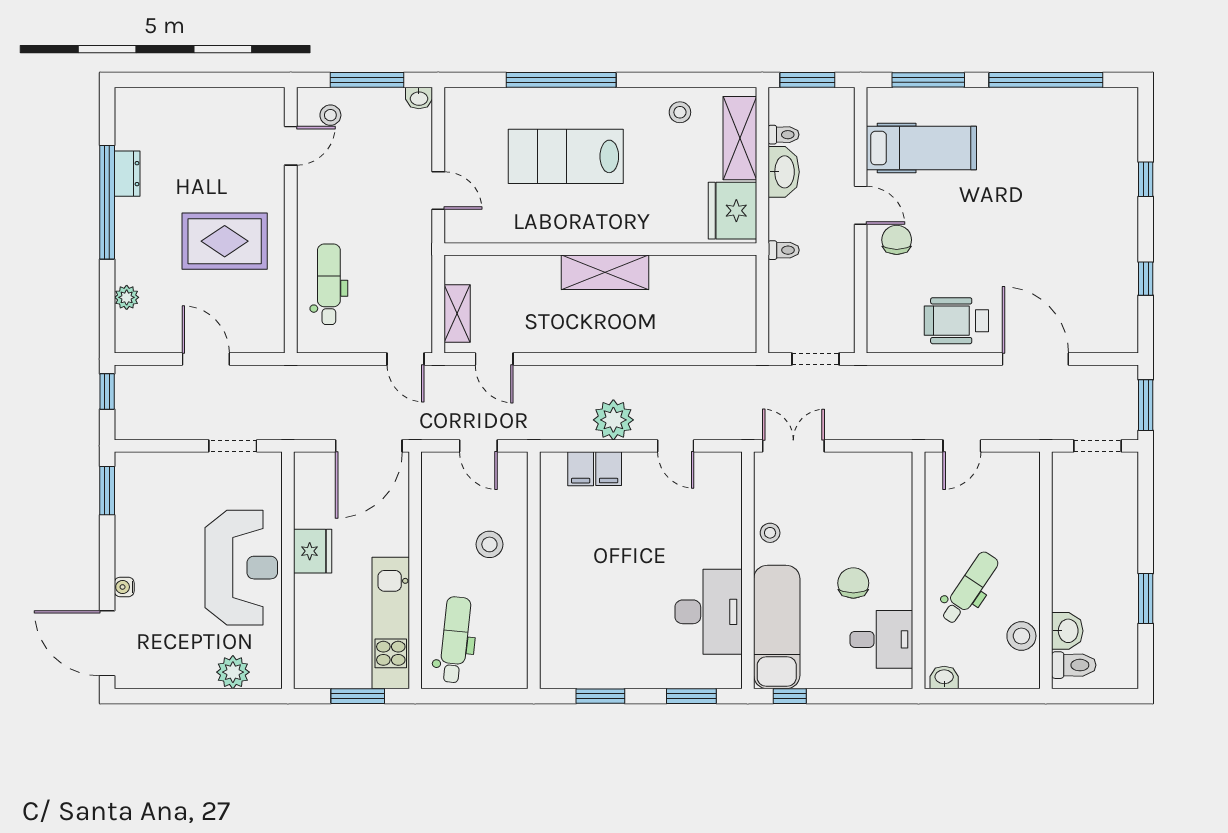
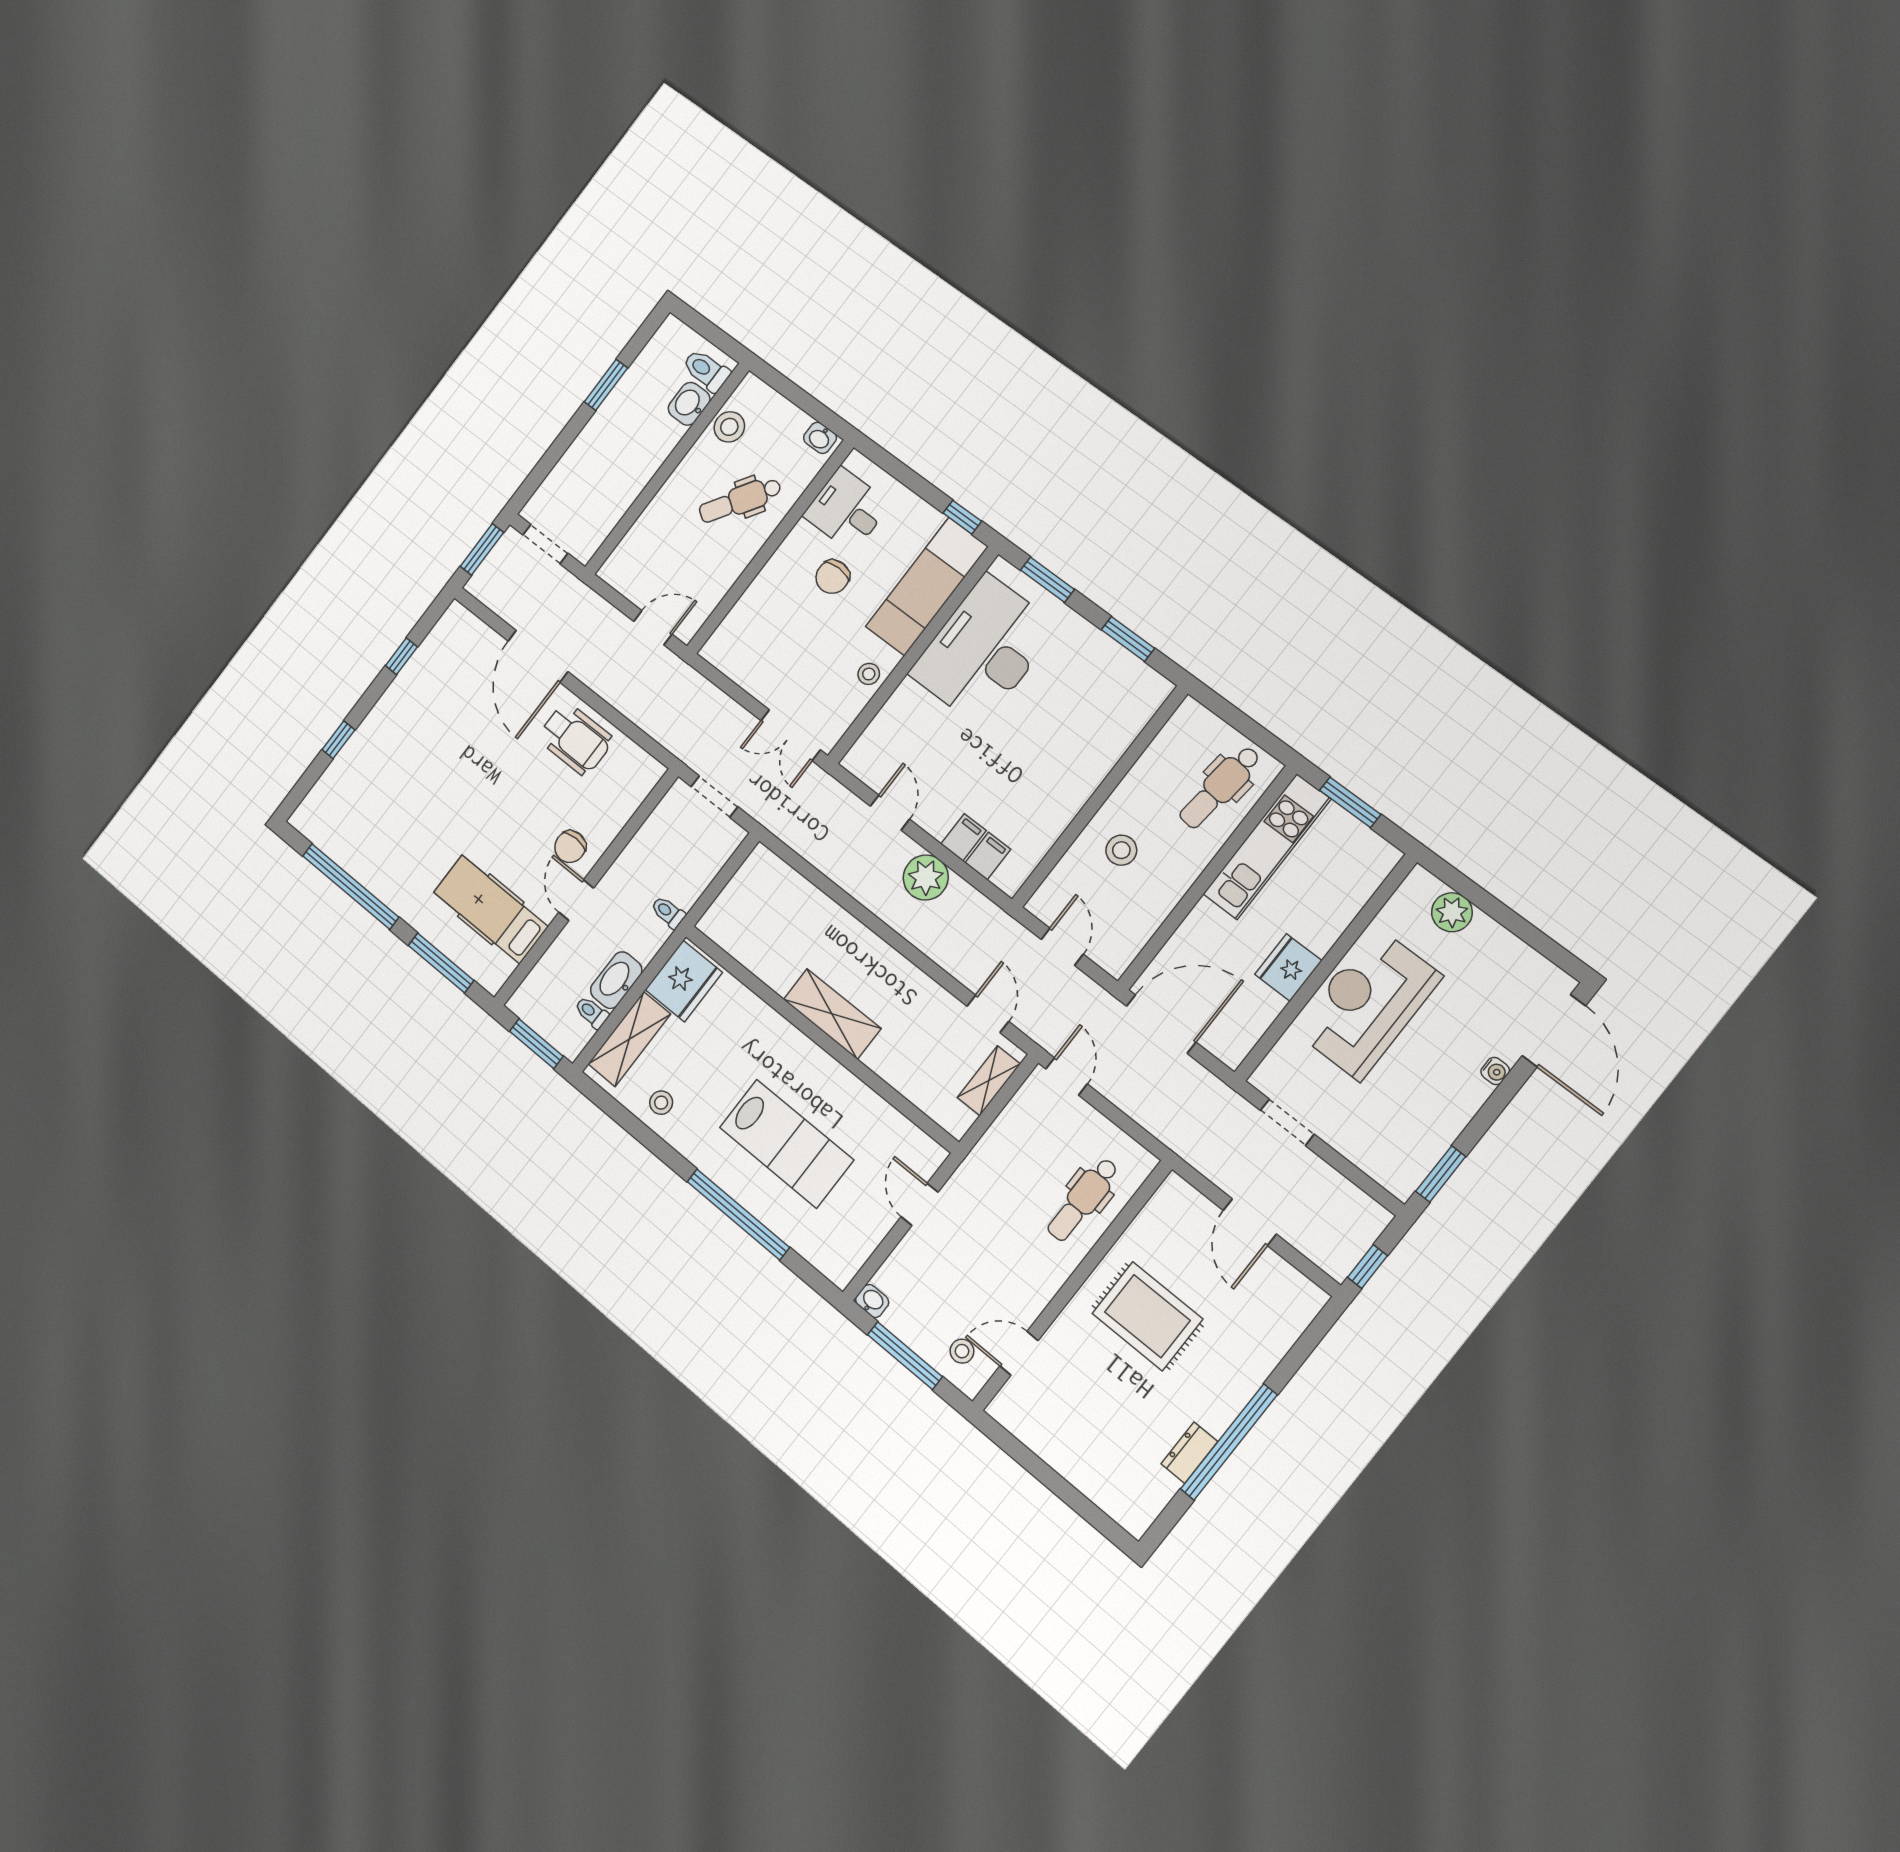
plant: (127, 297) -> (1280, 1339), removed
desk: (709, 612) -> (984, 650), width x1.36, depth x1.30

